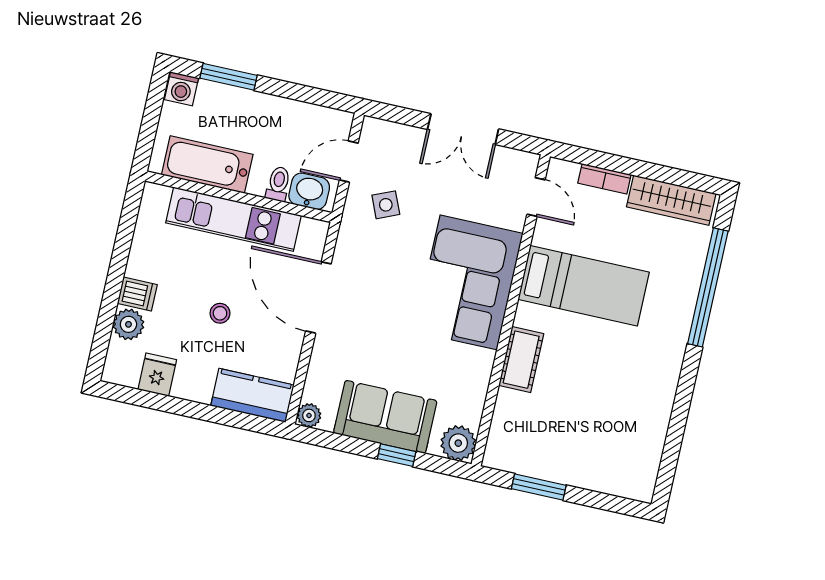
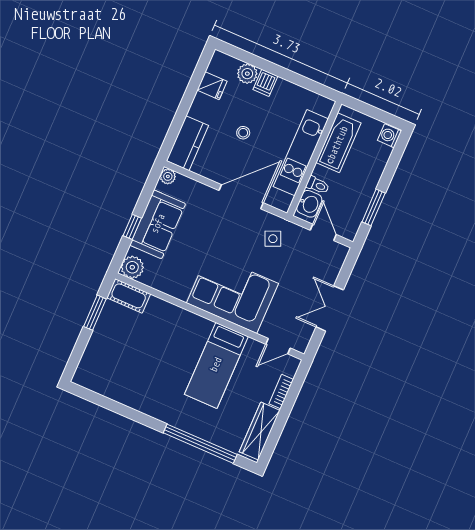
window: (229, 77) -> (374, 207), moved
side table: (386, 205) -> (273, 239), moved
cot: (521, 360) -> (129, 296), moved

